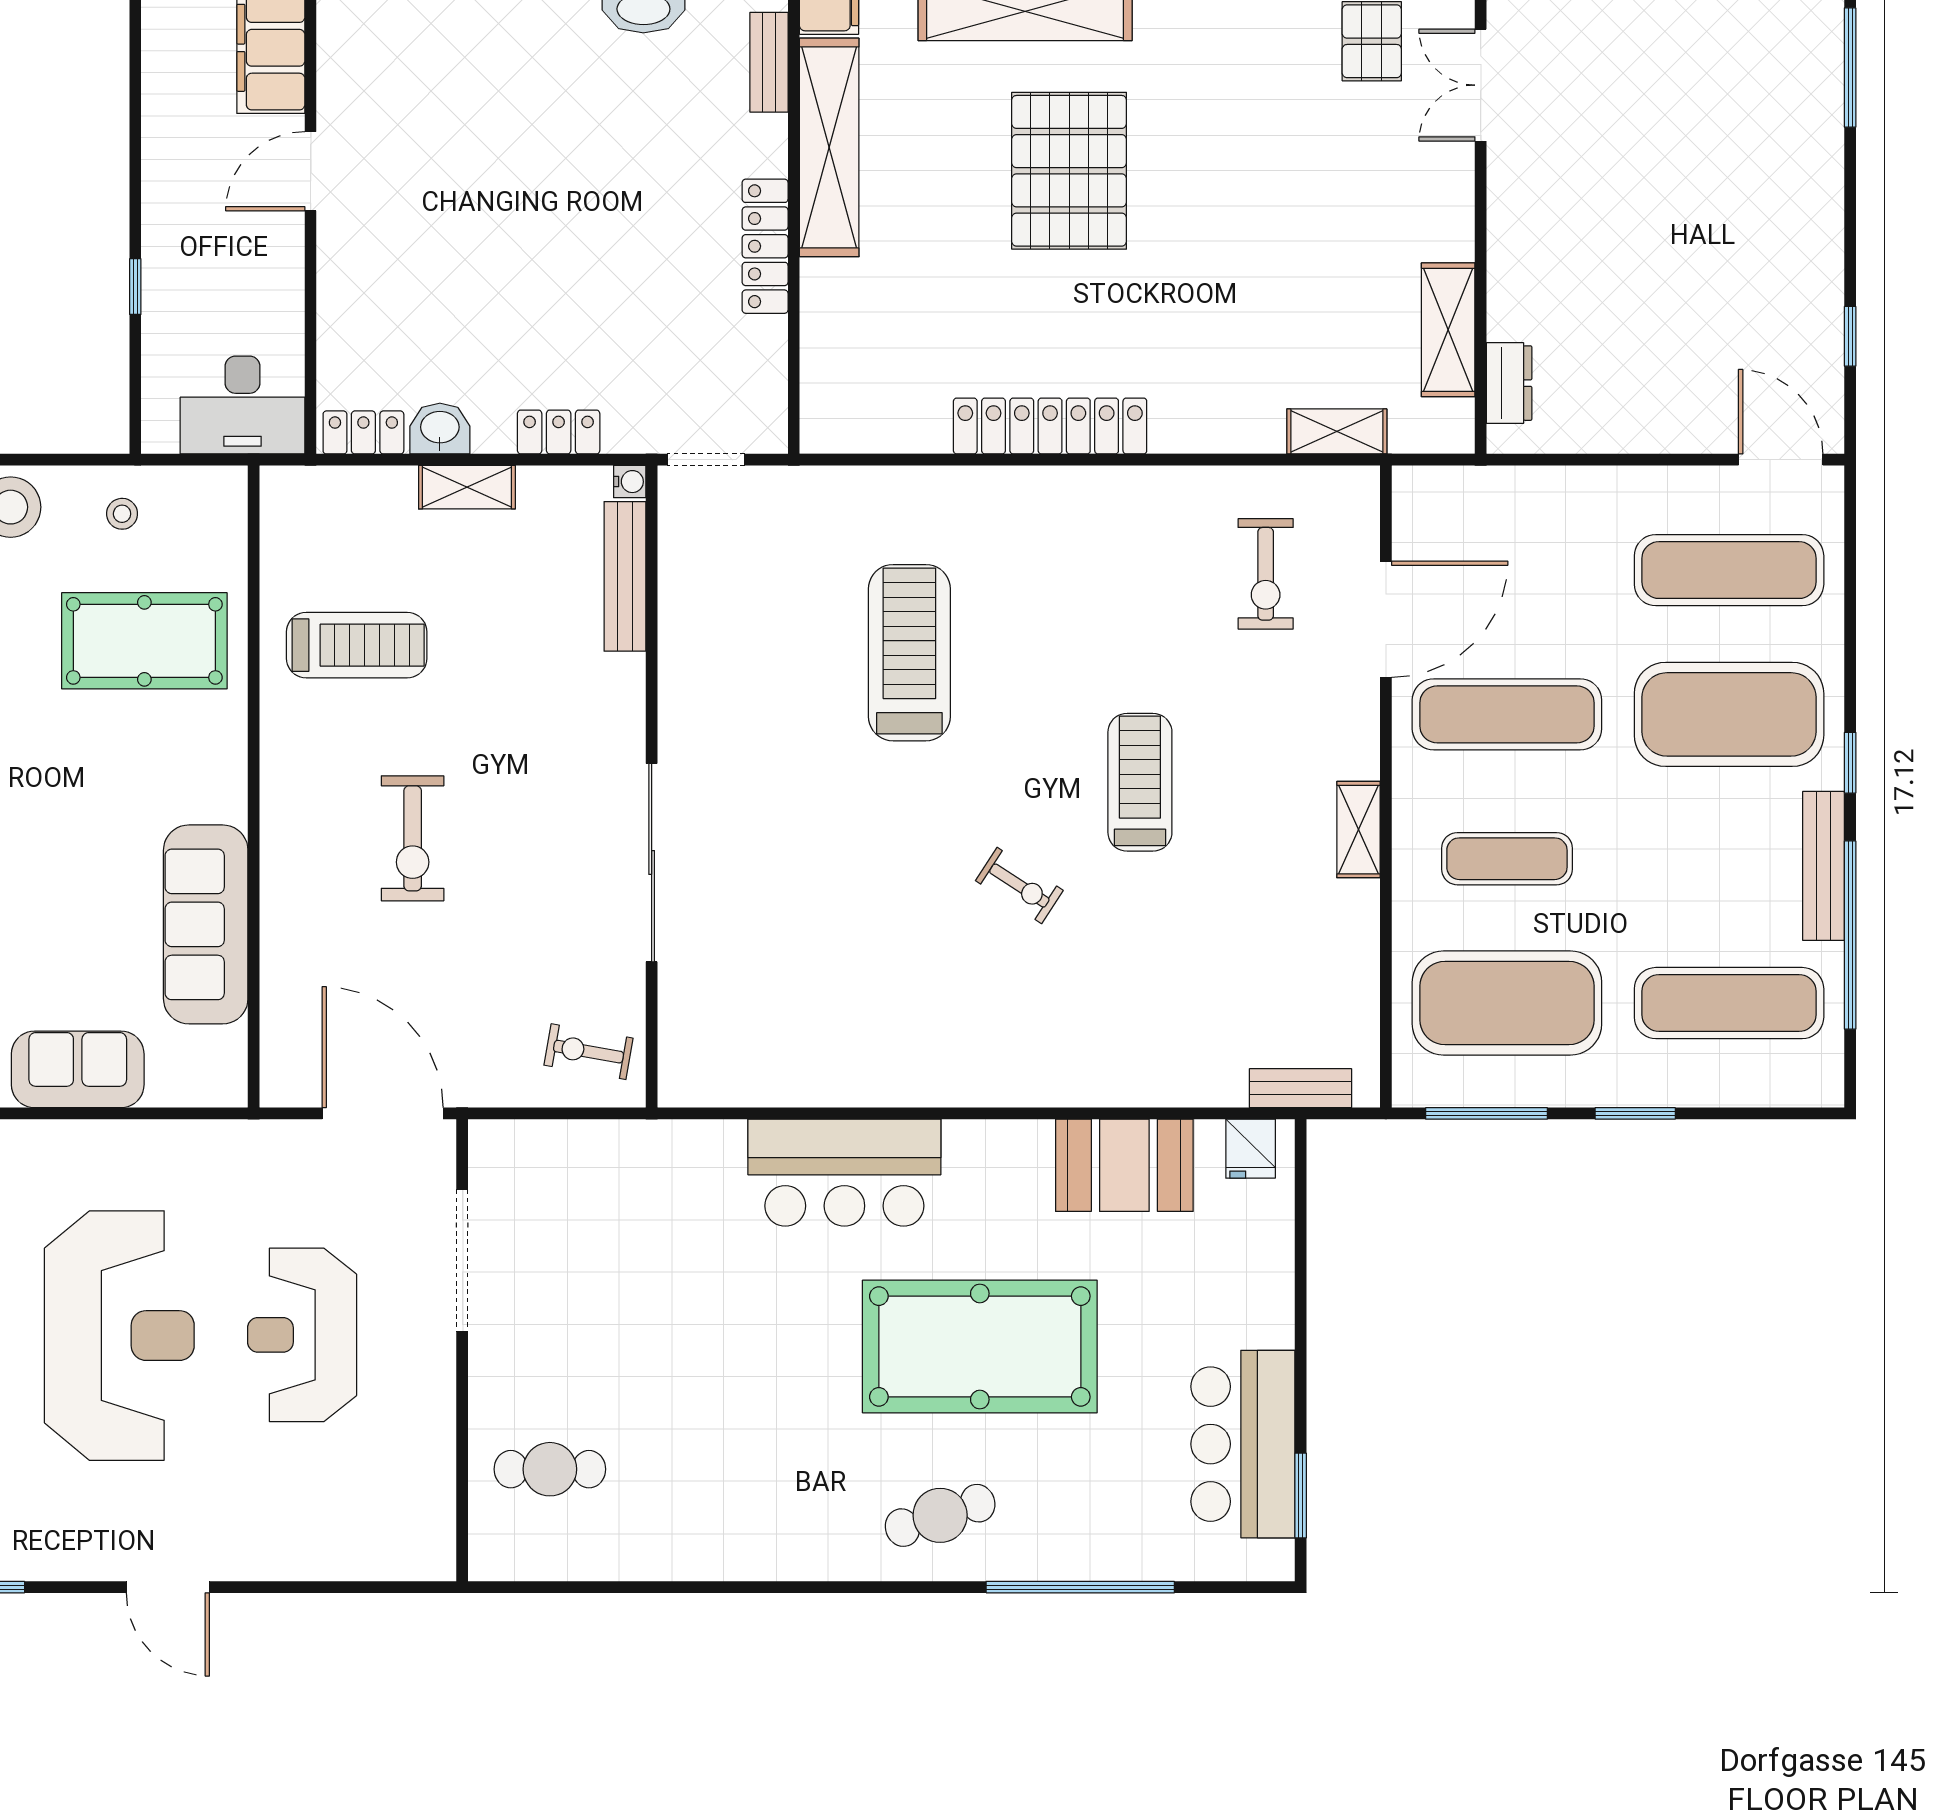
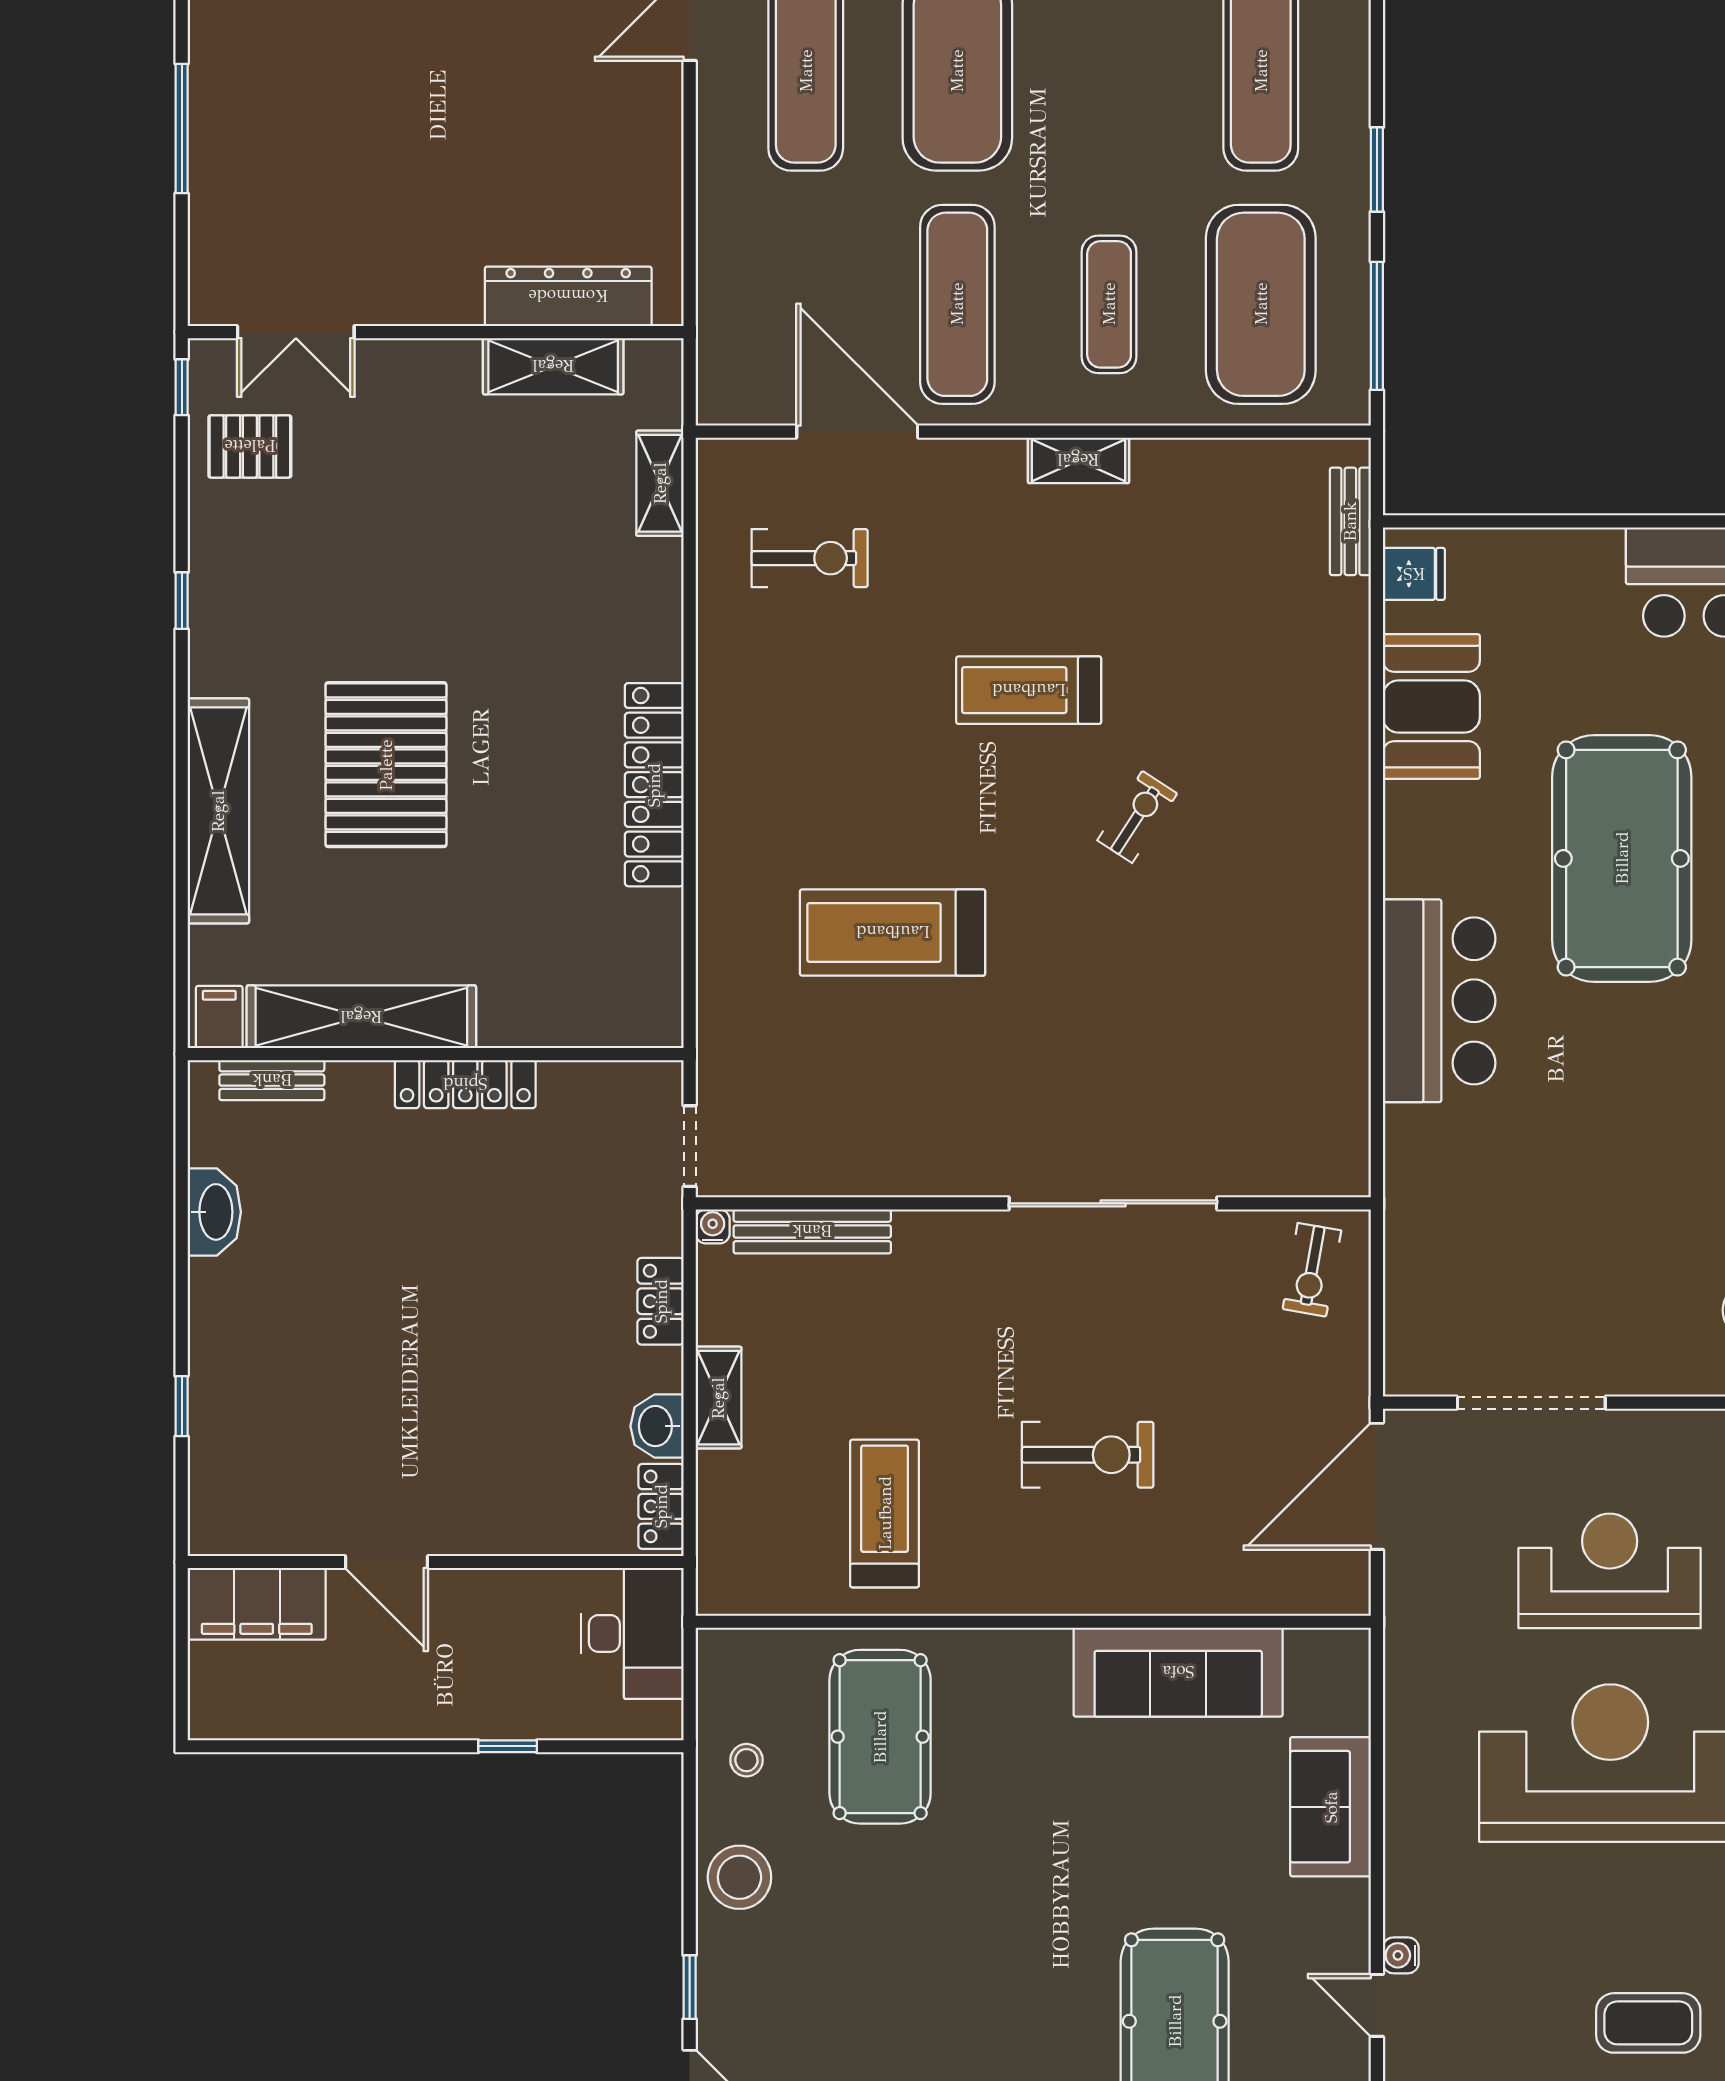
pallet: (1069, 171) -> (386, 765), turned 90
dresser: (1509, 383) -> (568, 296), width x1.96, depth x1.24
reception desk: (302, 1335) -> (1610, 1571), turned 180

